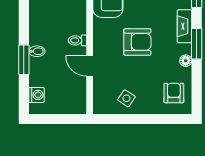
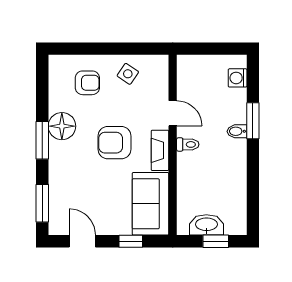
fireplace: (185, 26) -> (160, 150), moved, turned 180
floor lamp: (186, 61) -> (62, 126), width x1.89, depth x1.89
armchair: (174, 93) -> (87, 83), moved, turned -90

